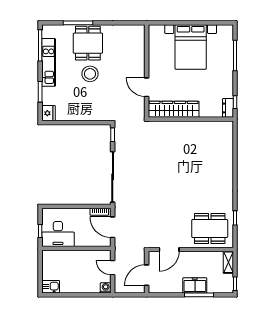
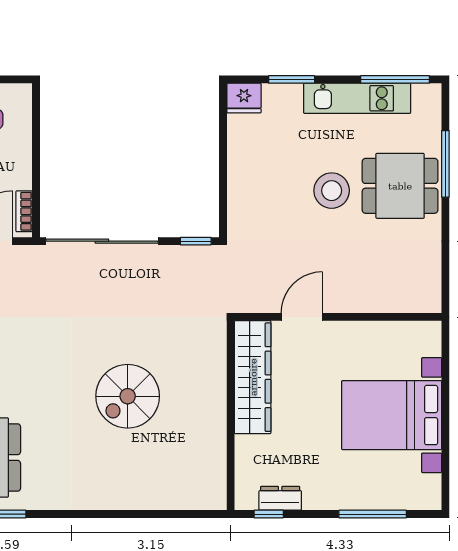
dresser: (228, 108) -> (280, 498), moved
spiral stairs: (182, 165) -> (128, 396), added

